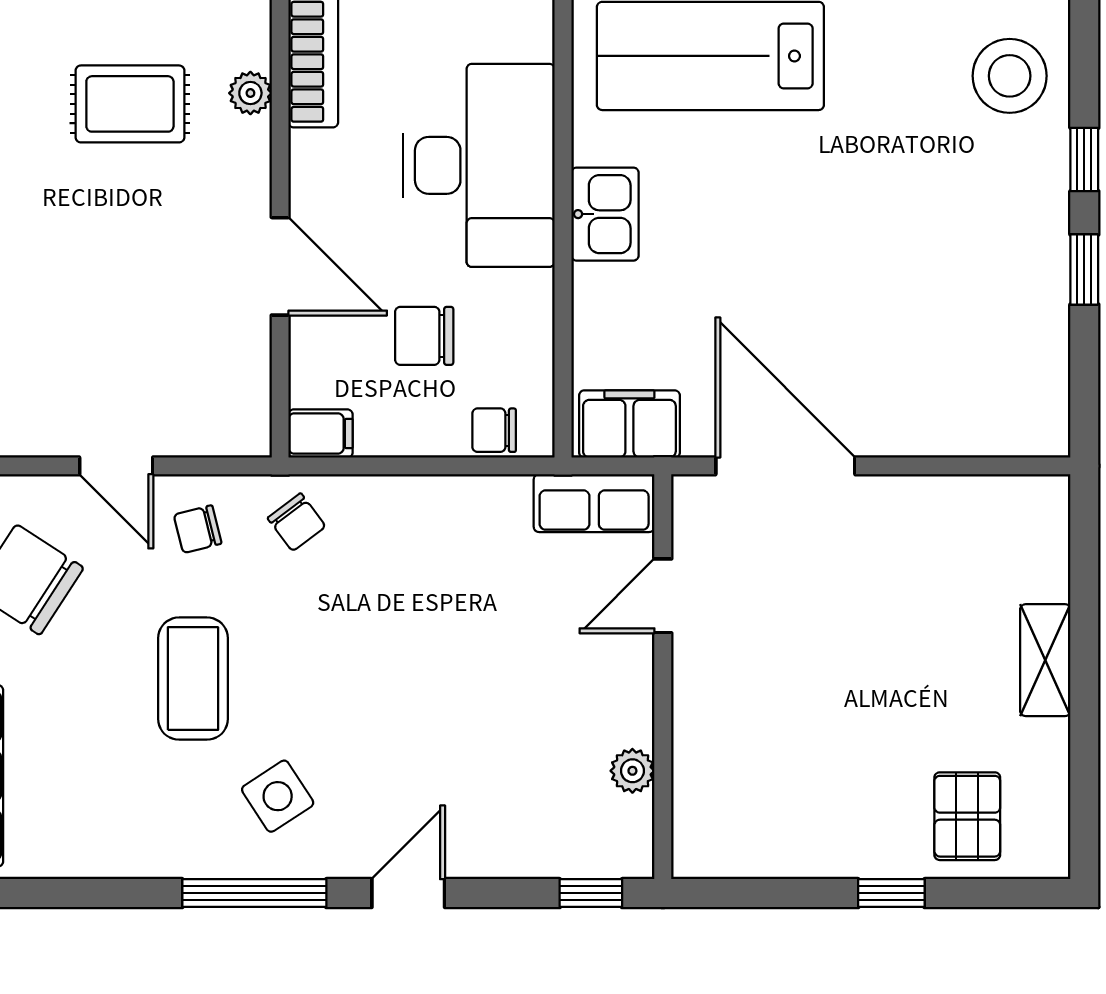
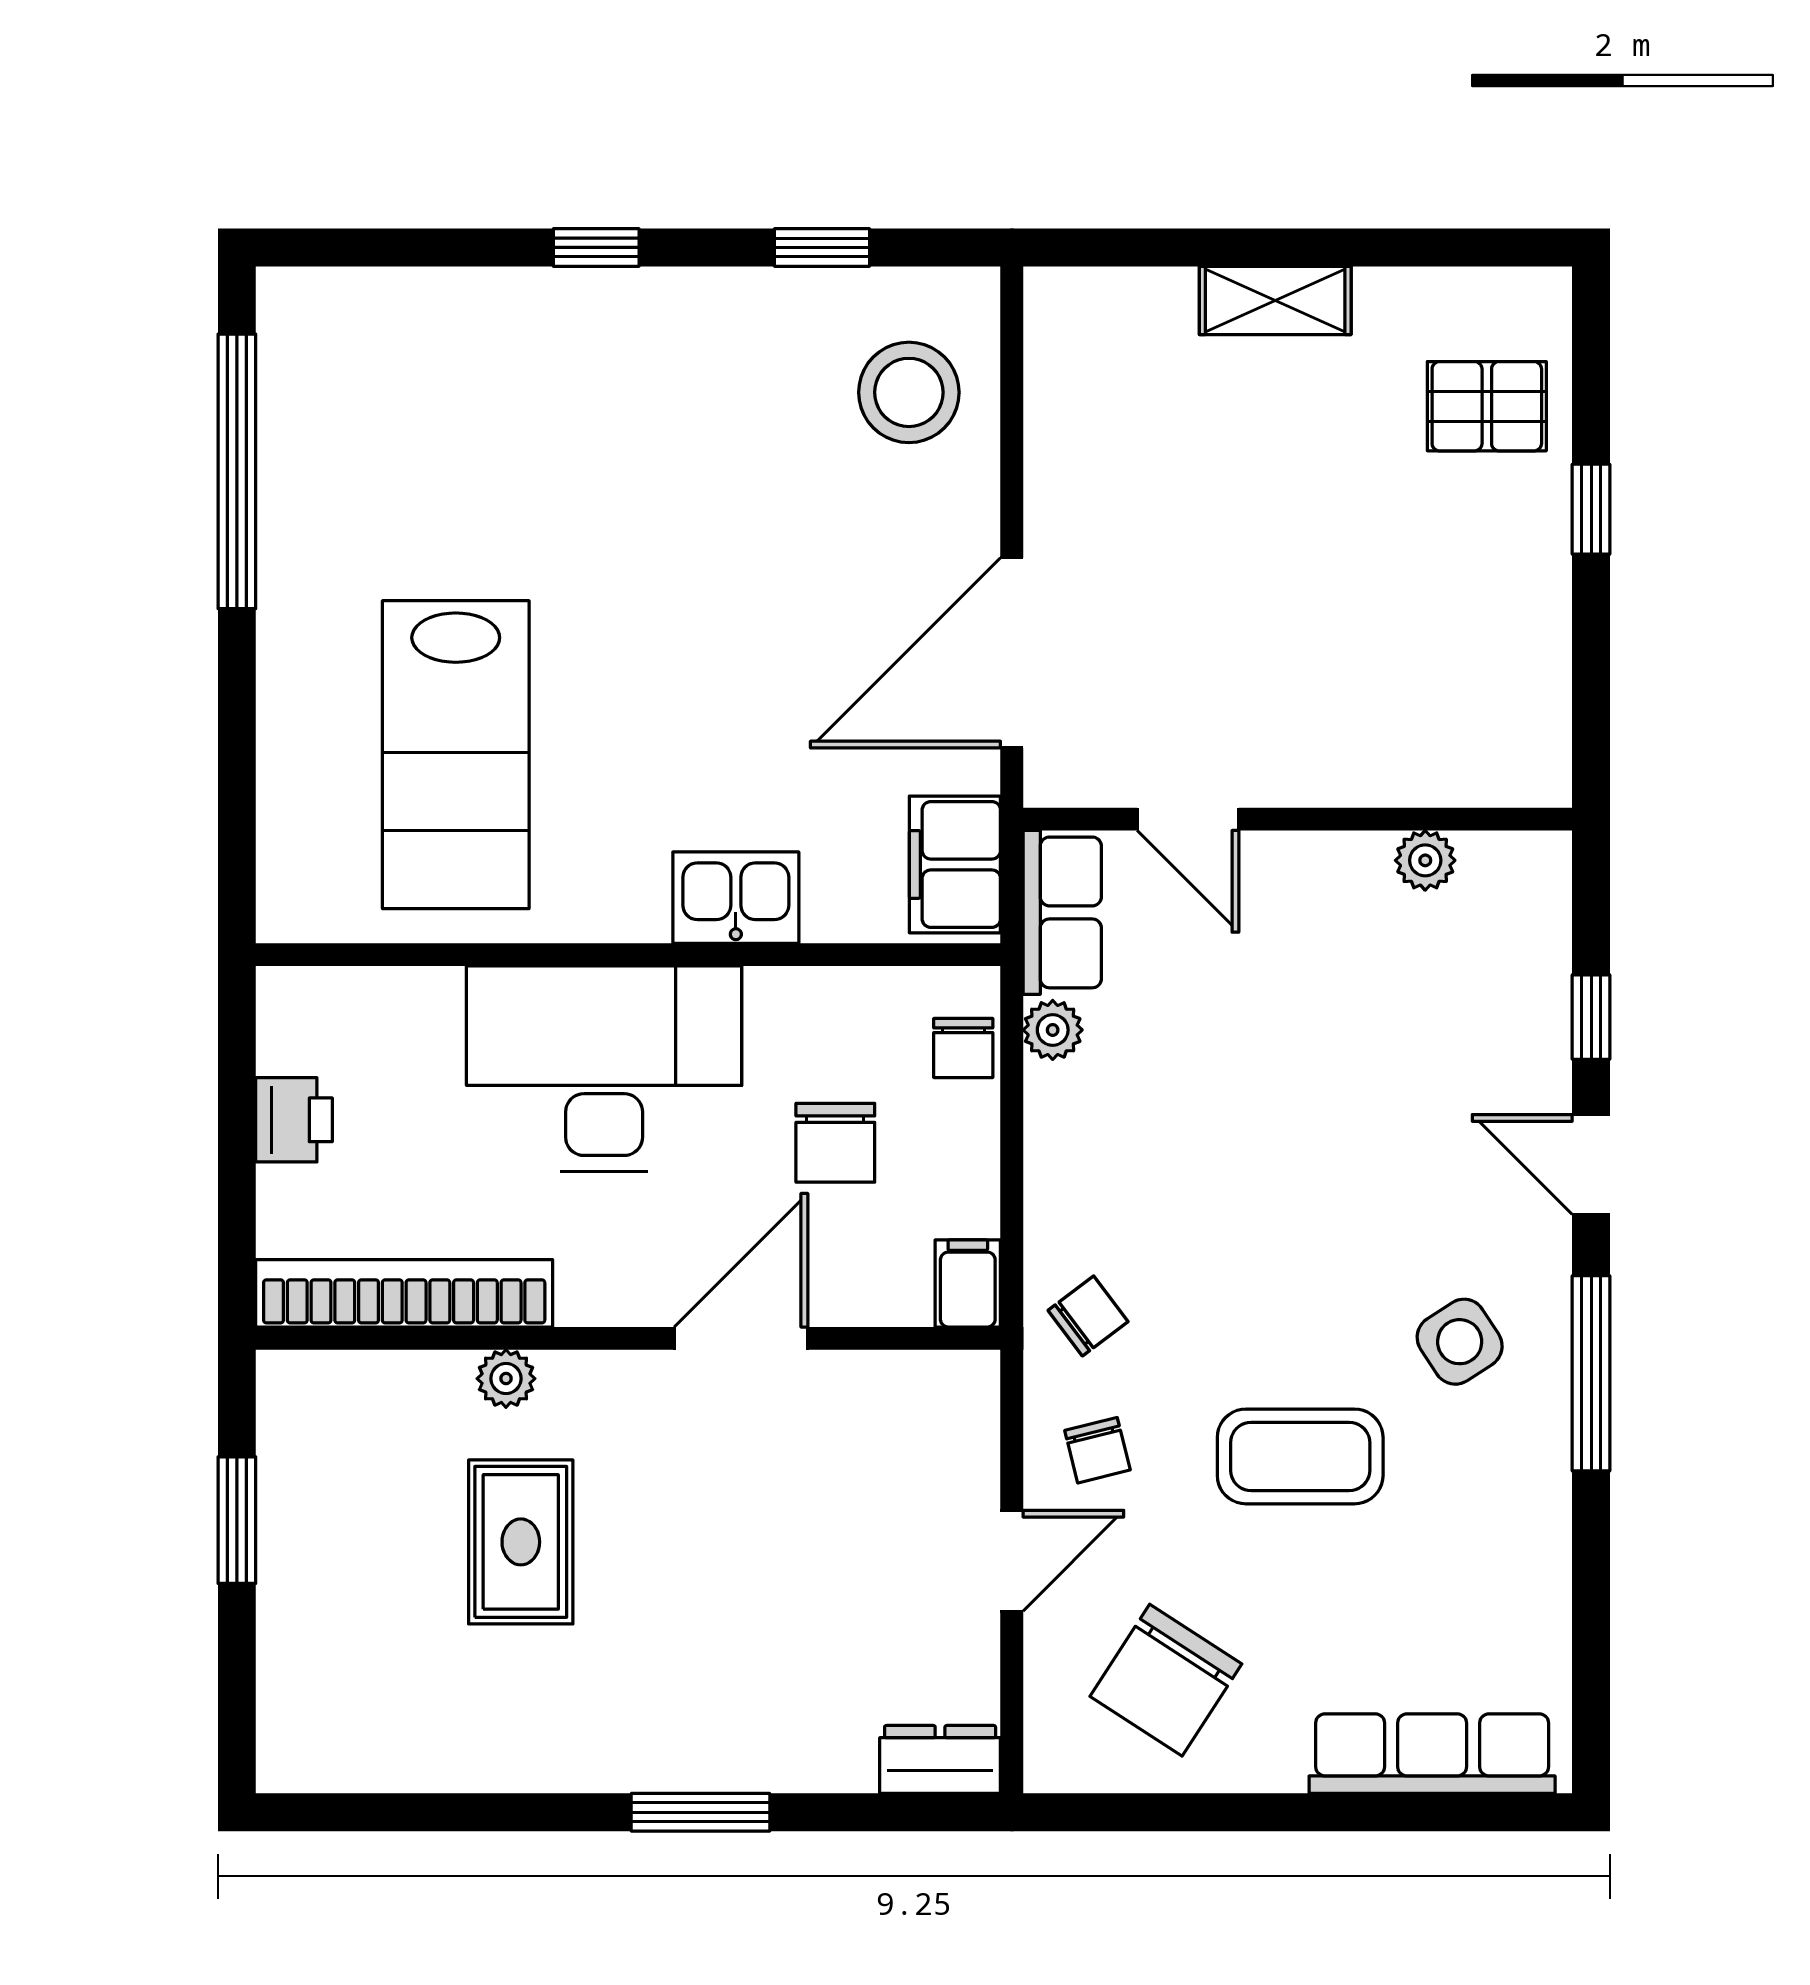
stool: (1010, 76) -> (909, 392), moved
kitchen sink: (605, 214) -> (736, 898), moved
window: (1084, 270) -> (822, 247), moved
plant: (507, 496) -> (1053, 1030), added
window: (591, 893) -> (1591, 1017), moved

